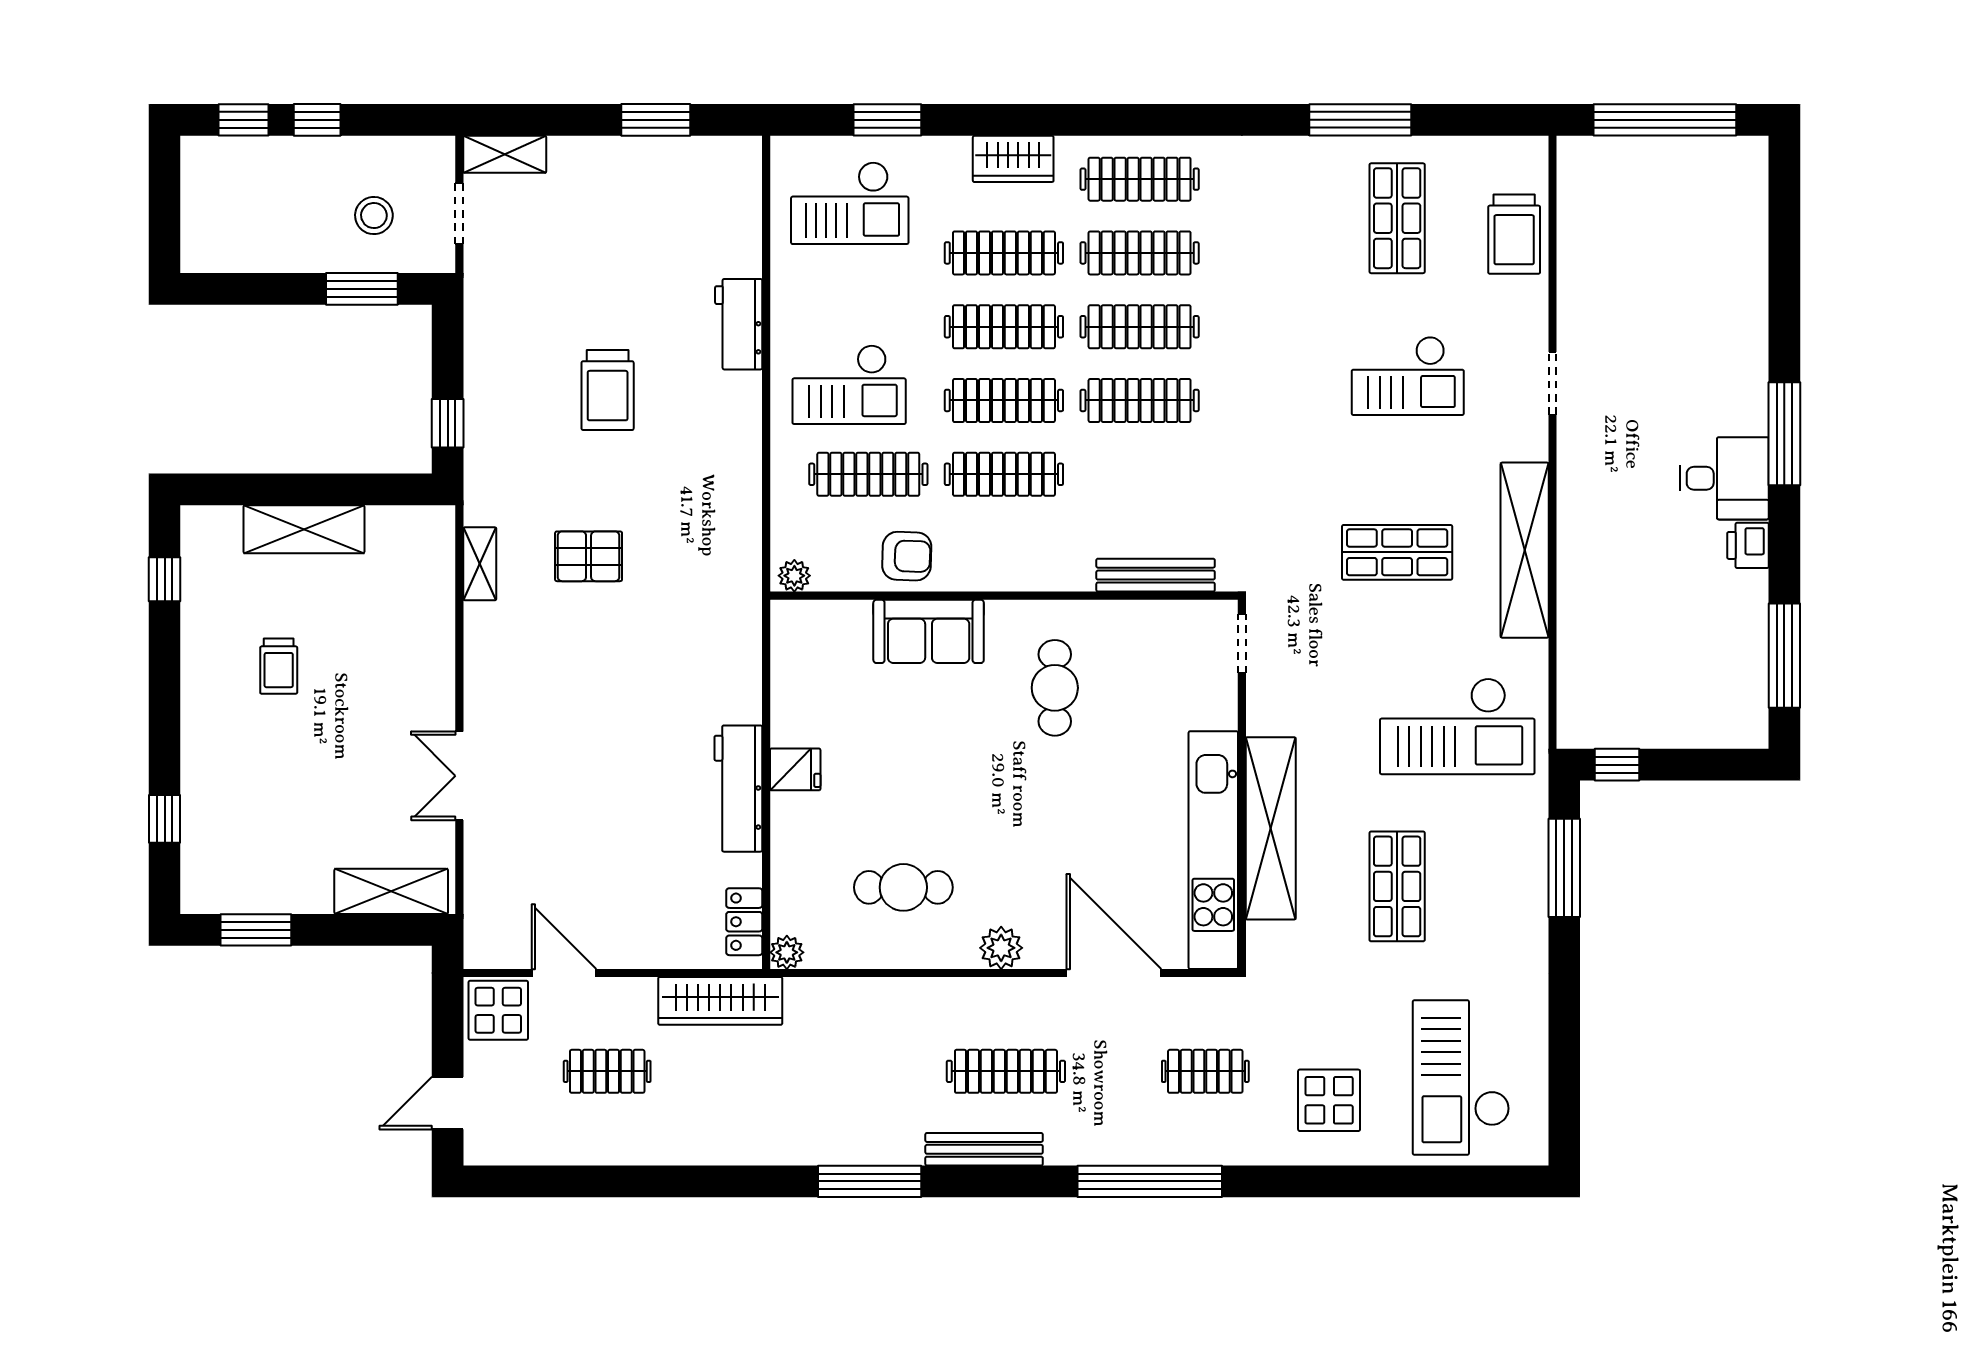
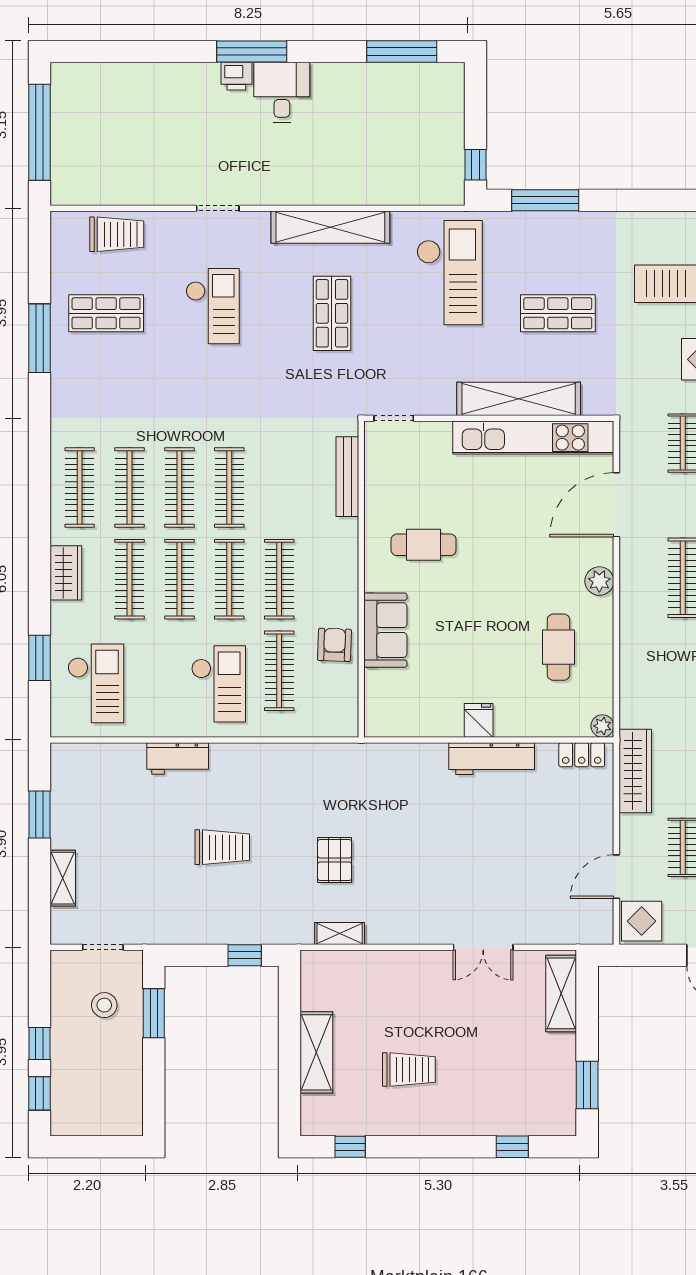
shelving: (505, 154) -> (63, 878), moved
printer: (1748, 545) -> (236, 76), moved
plant: (794, 576) -> (348, 721), removed
trolley: (279, 666) -> (409, 1069), width x1.36, depth x1.39

